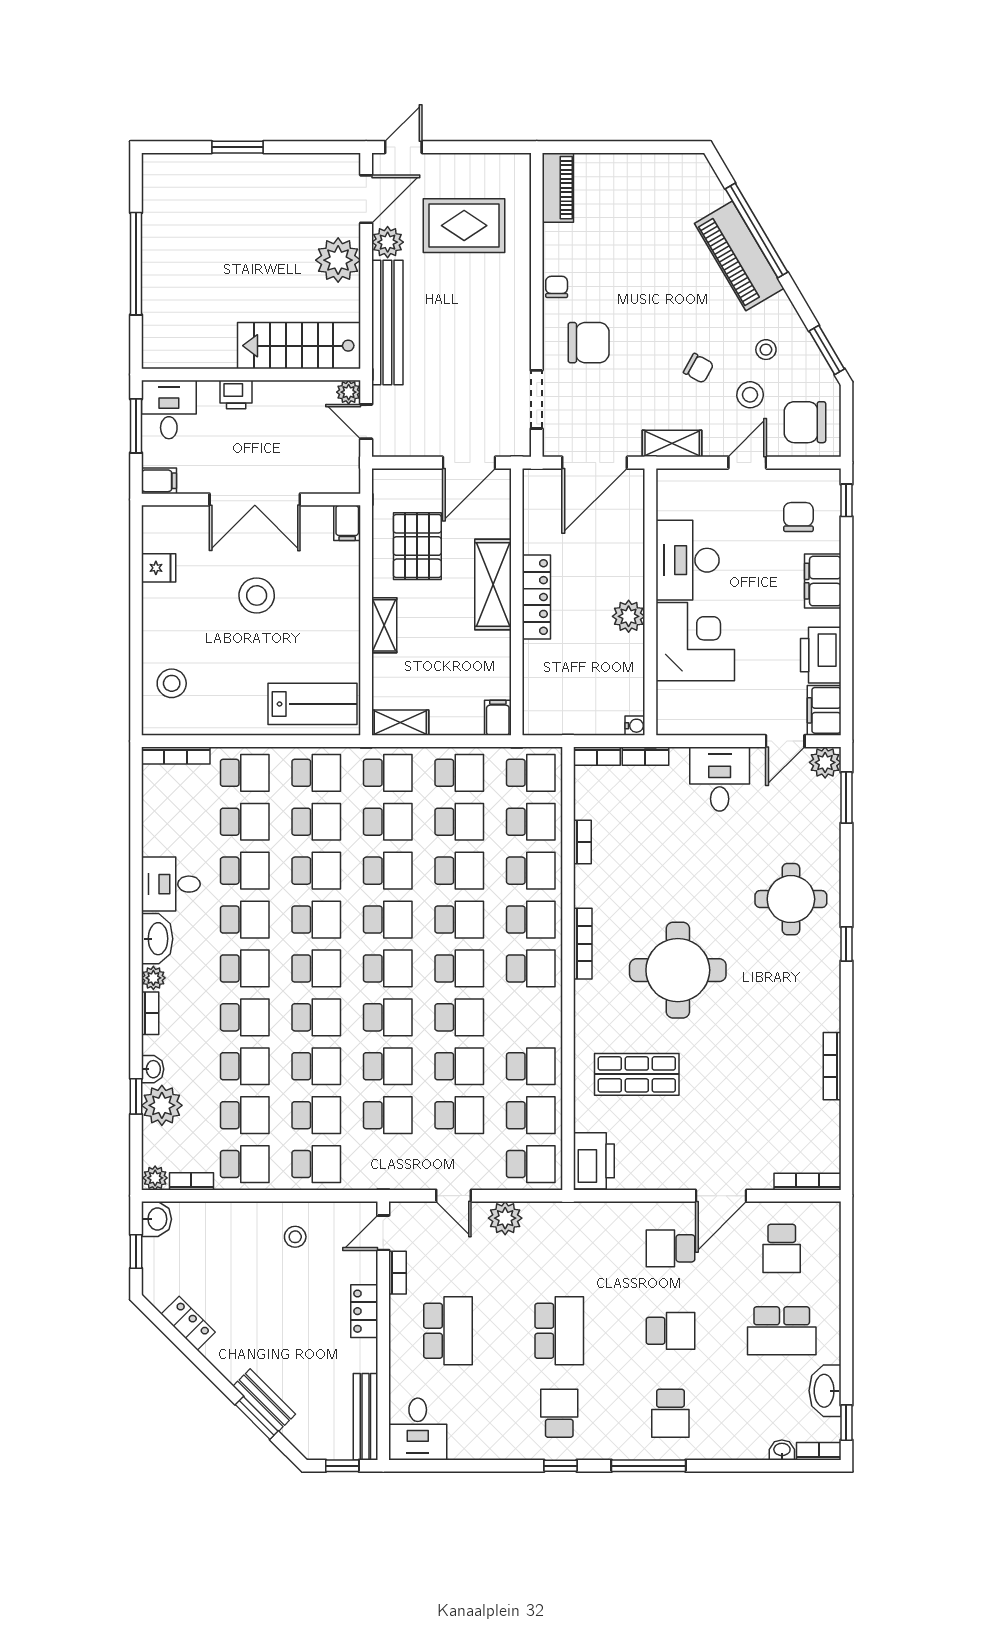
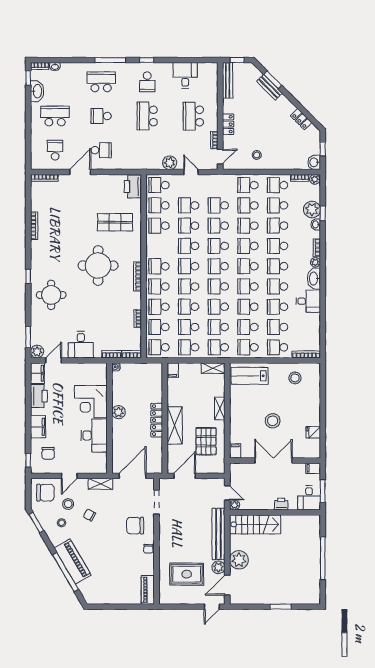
stool: (172, 683) -> (295, 378), moved
school desk: (670, 1413) -> (101, 82), width x1.85
desk: (418, 1429) -> (185, 75), moved

